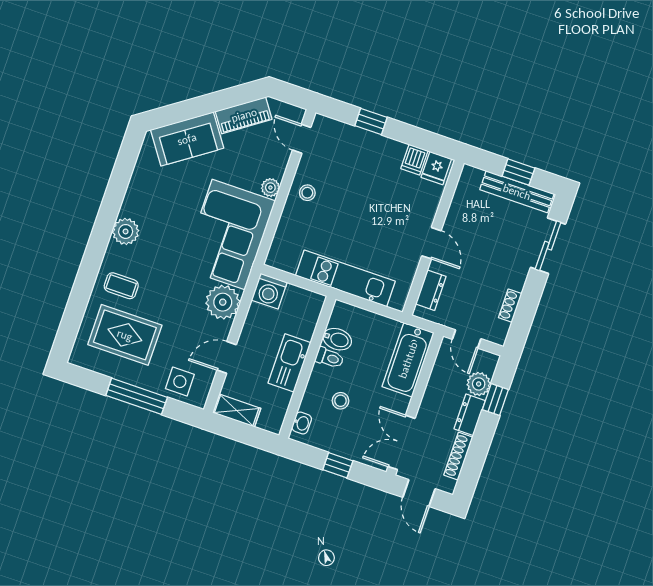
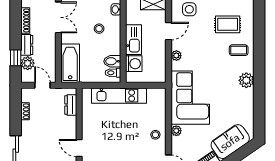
door: (431, 243) -> (79, 148), moved
washing machine: (269, 291) -> (134, 64), moved, turned 90
plant: (223, 302) -> (176, 56), width x0.53, depth x0.53
rug: (125, 335) -> (228, 24), width x0.73, depth x0.70
toilet: (329, 358) -> (113, 73), moved

